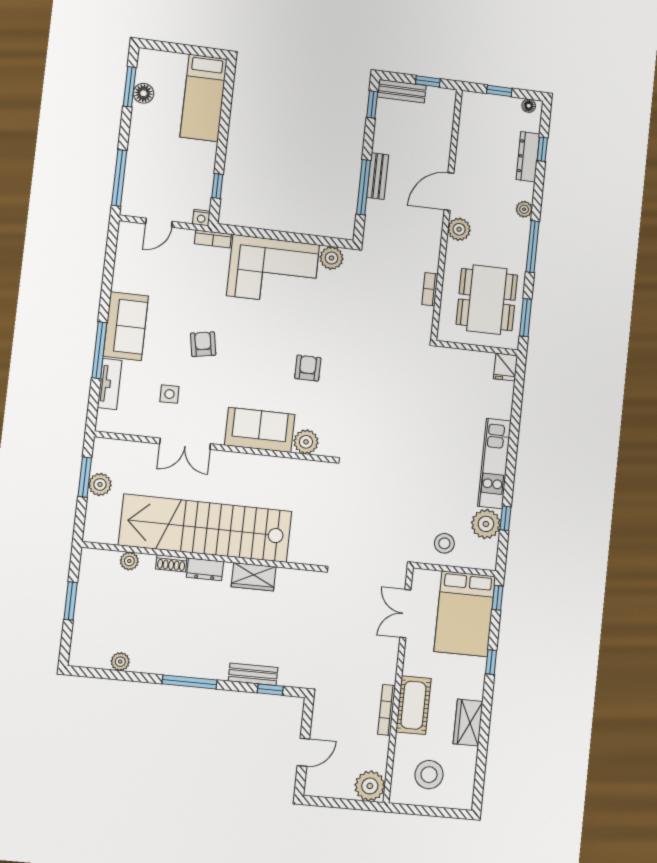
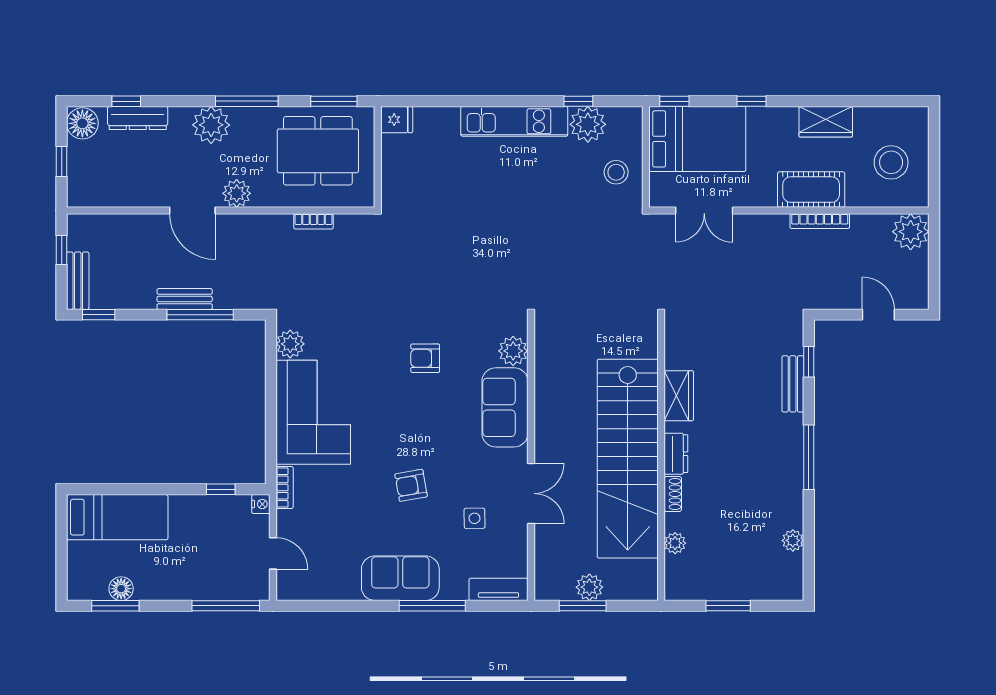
floor lamp: (529, 106) -> (82, 123), width x1.89, depth x1.89
plant: (524, 209) -> (211, 125), width x1.87, depth x1.87
tv unit: (110, 384) -> (498, 589), moved

